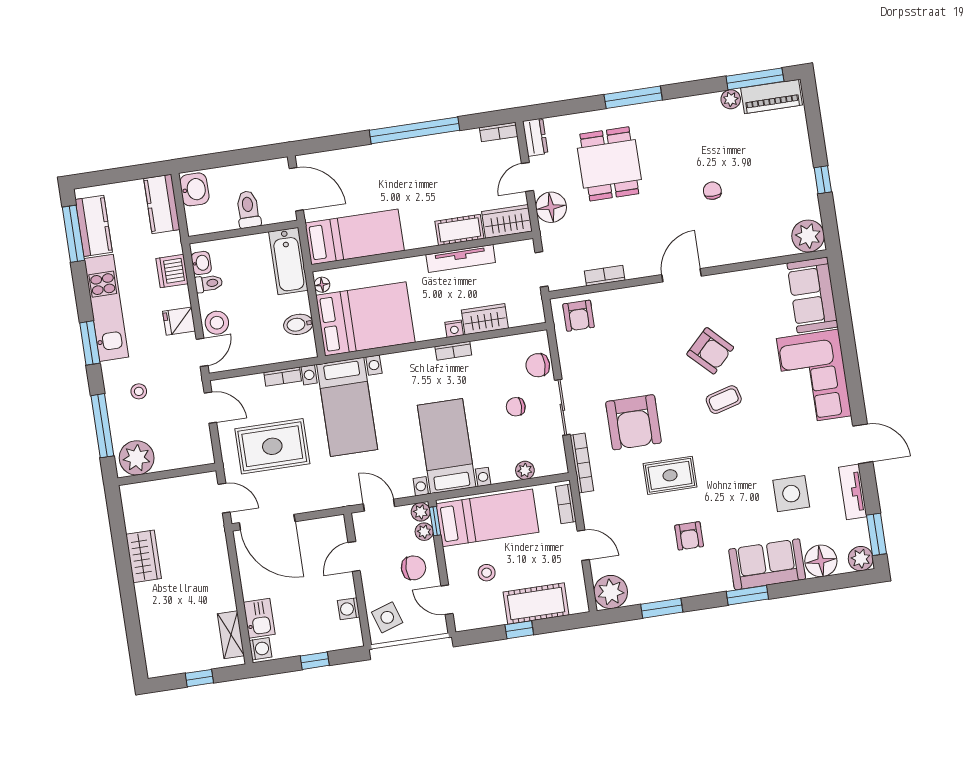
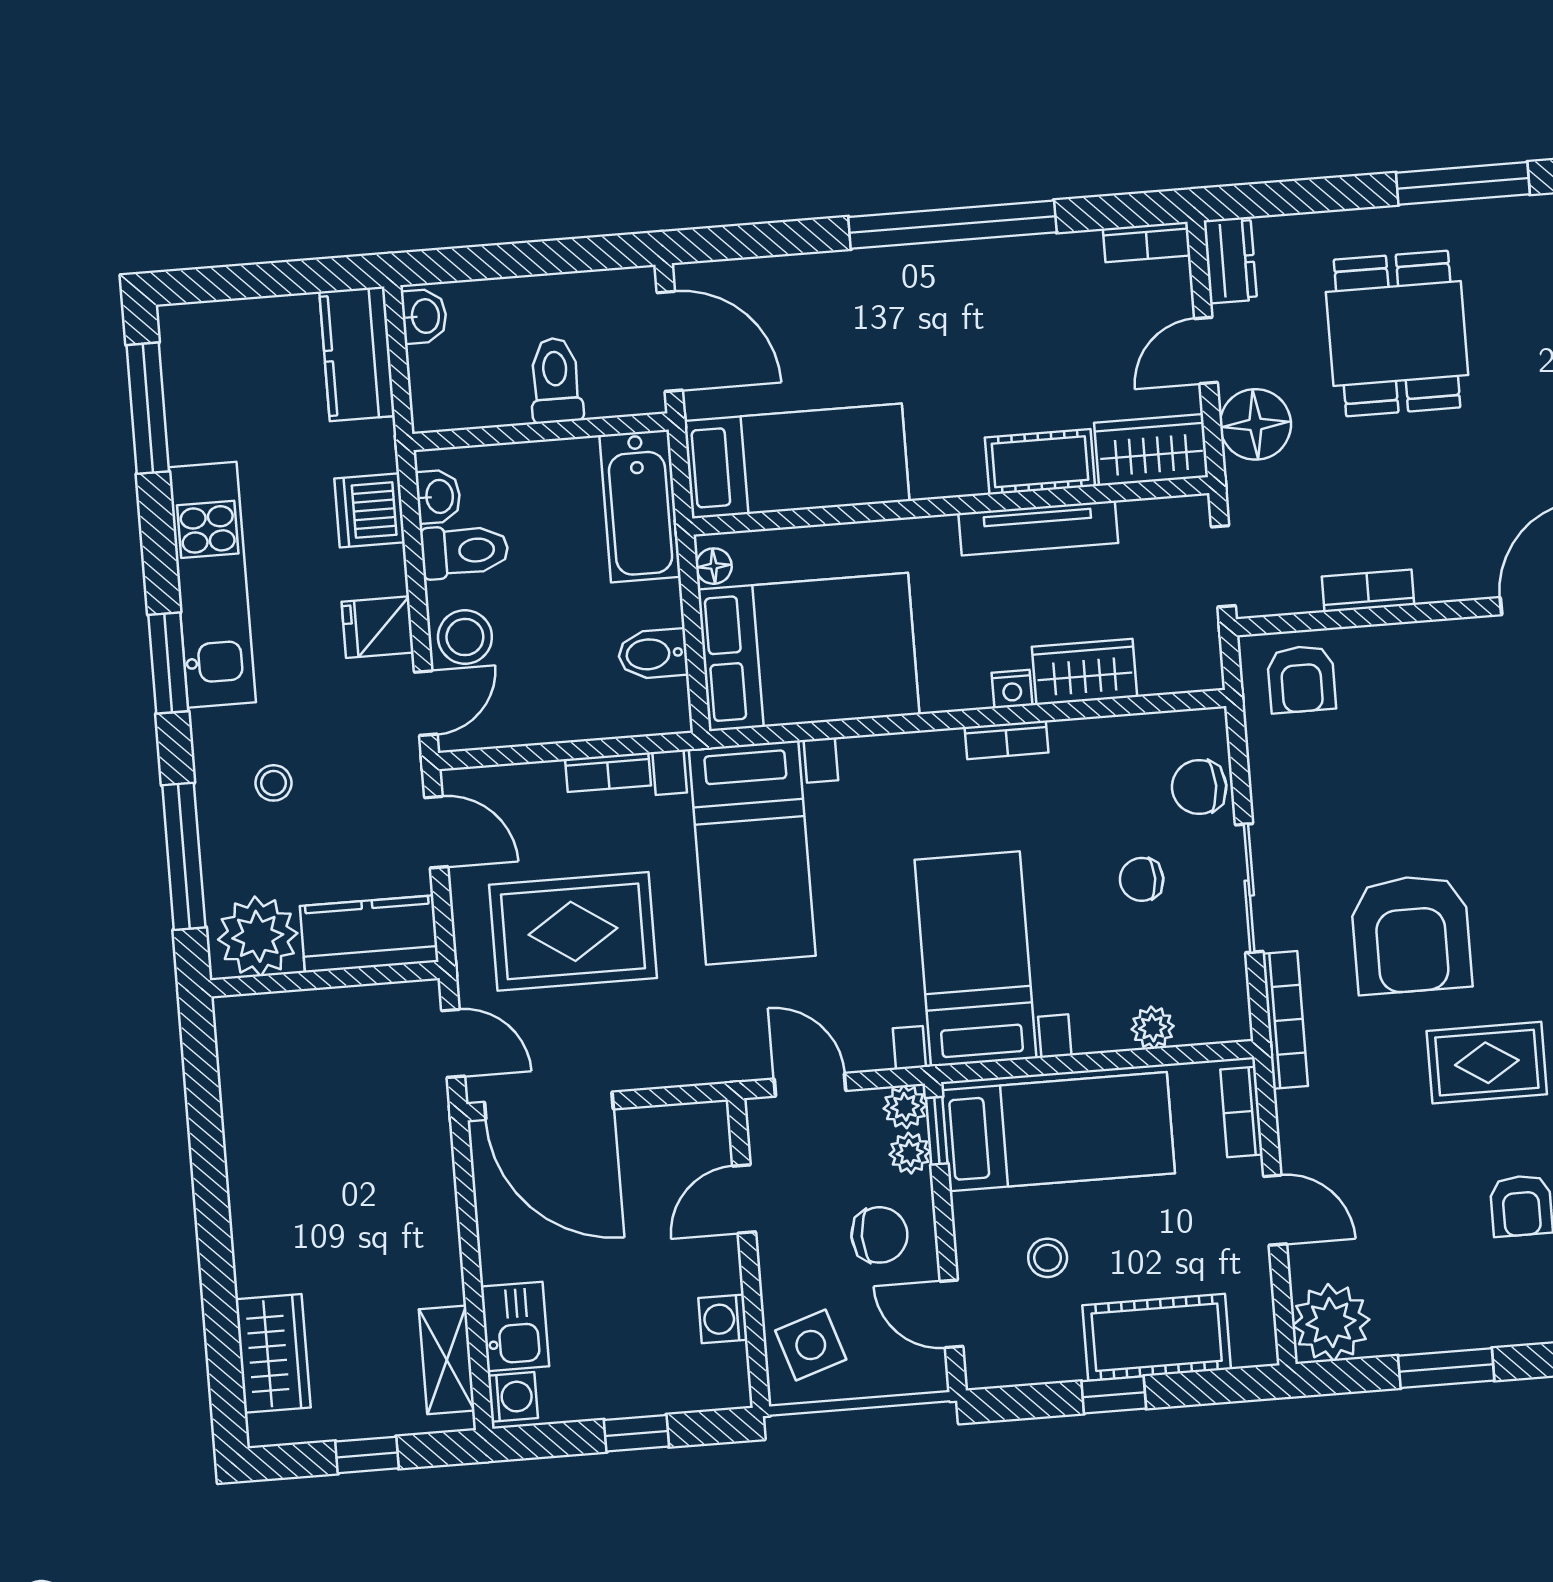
washbasin: (194, 189) -> (424, 316), width x0.72, depth x0.69
kitchen counter: (94, 226) -> (369, 934), moved, turned -90
toilet: (209, 283) -> (465, 551), width x1.37, depth x1.39
wardrobe: (144, 556) -> (273, 1353), moved

